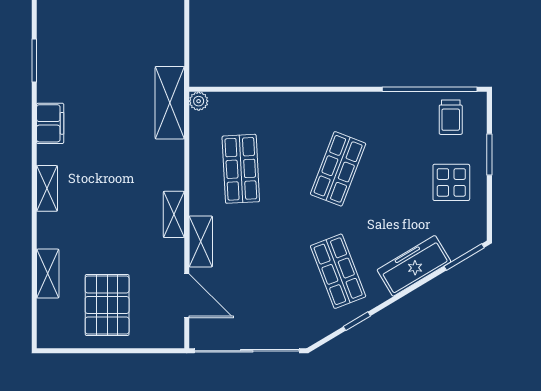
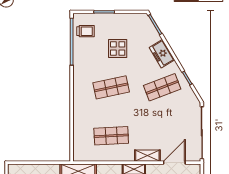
plant: (199, 101) -> (77, 157), removed
shop shelf: (338, 169) -> (111, 87), turned -33
display table: (451, 182) -> (118, 49), moved
freezer: (414, 266) -> (162, 54), width x0.71

